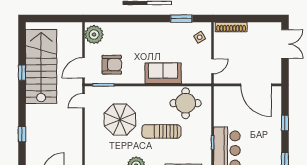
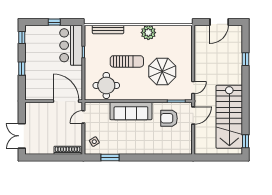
plant: (94, 35) -> (184, 144), removed
window: (22, 73) -> (245, 141), moved
sofa: (163, 73) -> (131, 111), width x1.36
door: (256, 85) -> (66, 101), moved

